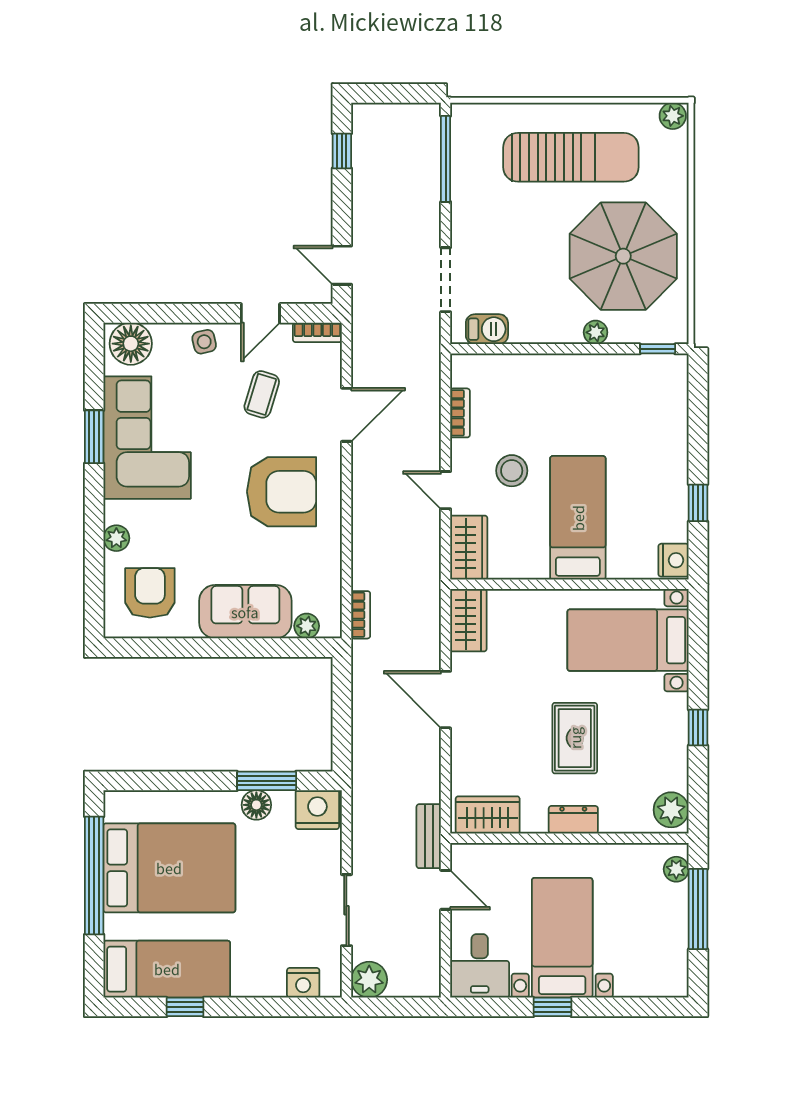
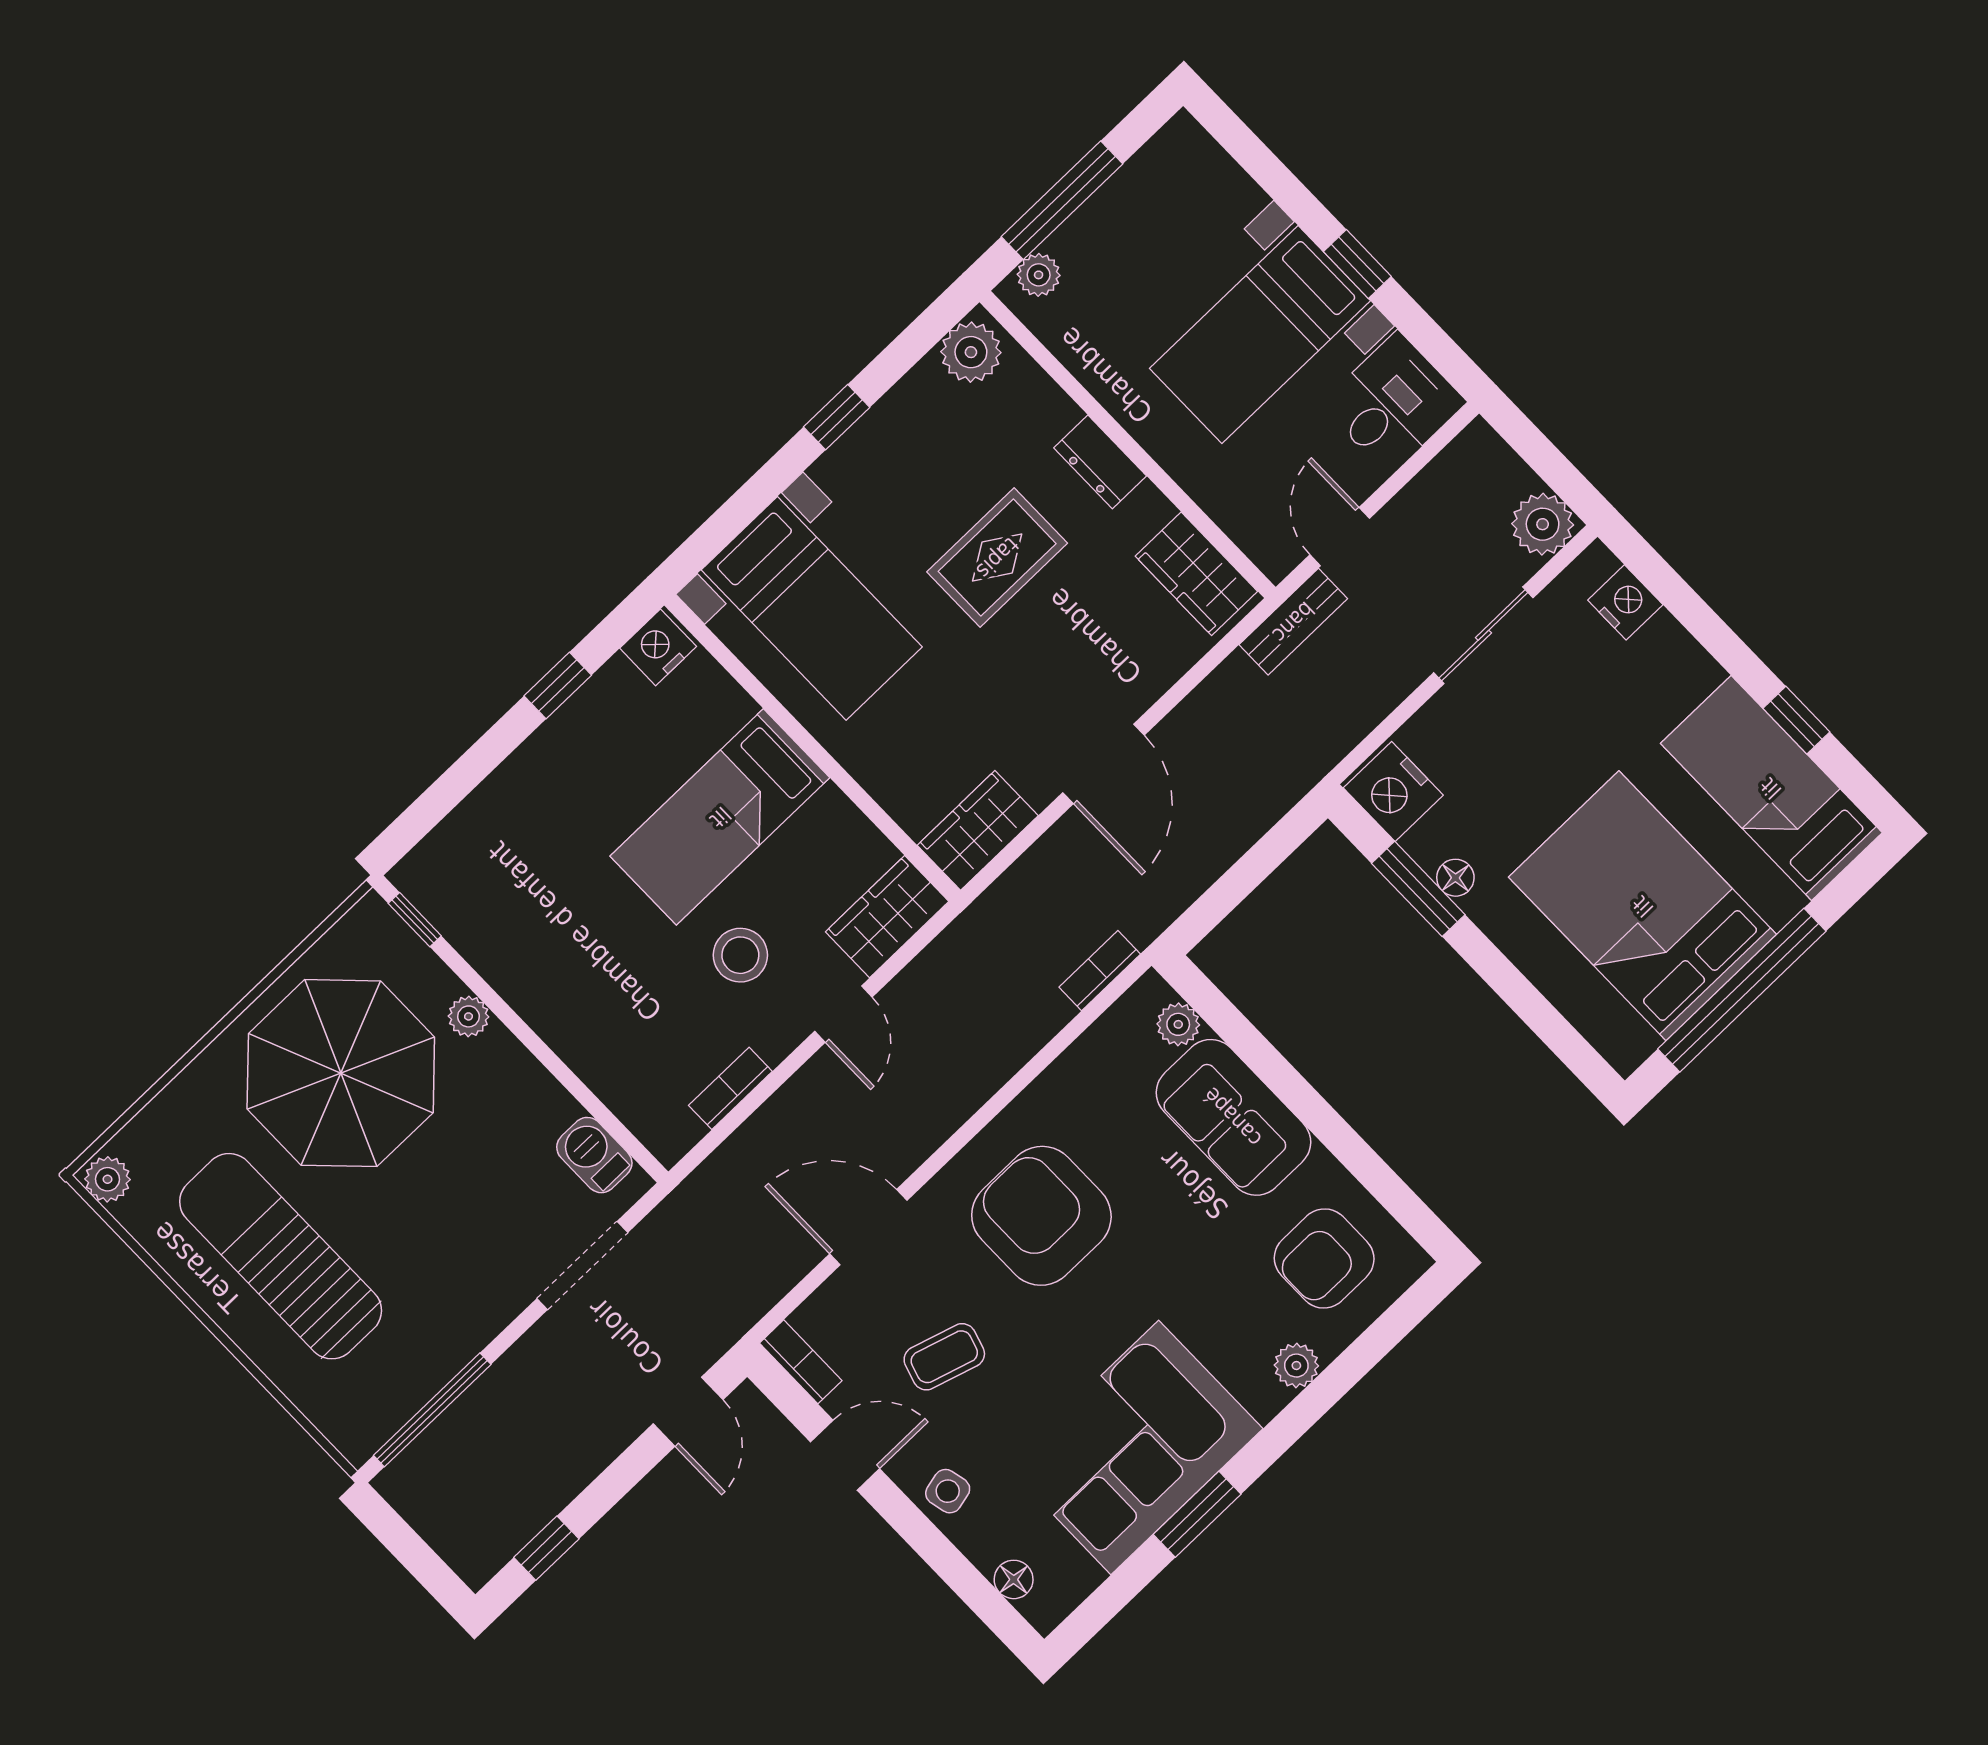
floor lamp: (131, 344) -> (1014, 1579), width x0.53, depth x0.53
floor lamp: (256, 805) -> (1455, 878), width x0.73, depth x0.73

